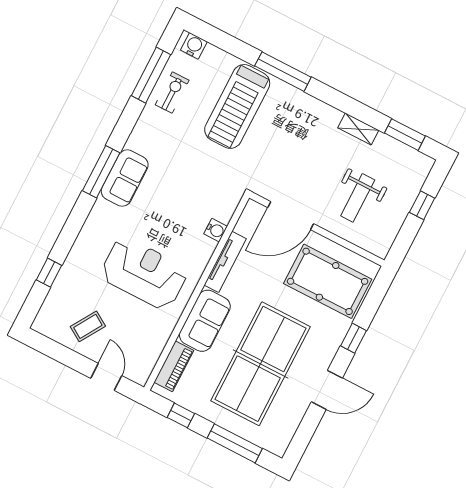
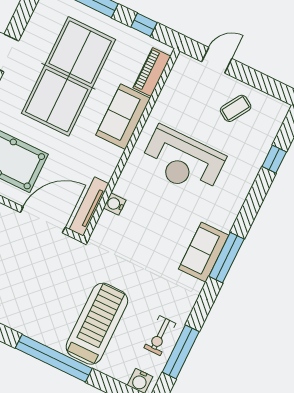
window: (283, 72) -> (54, 358), width x1.46
tv unit: (225, 262) -> (89, 206), moved
door: (106, 377) -> (217, 60), swing flipped

